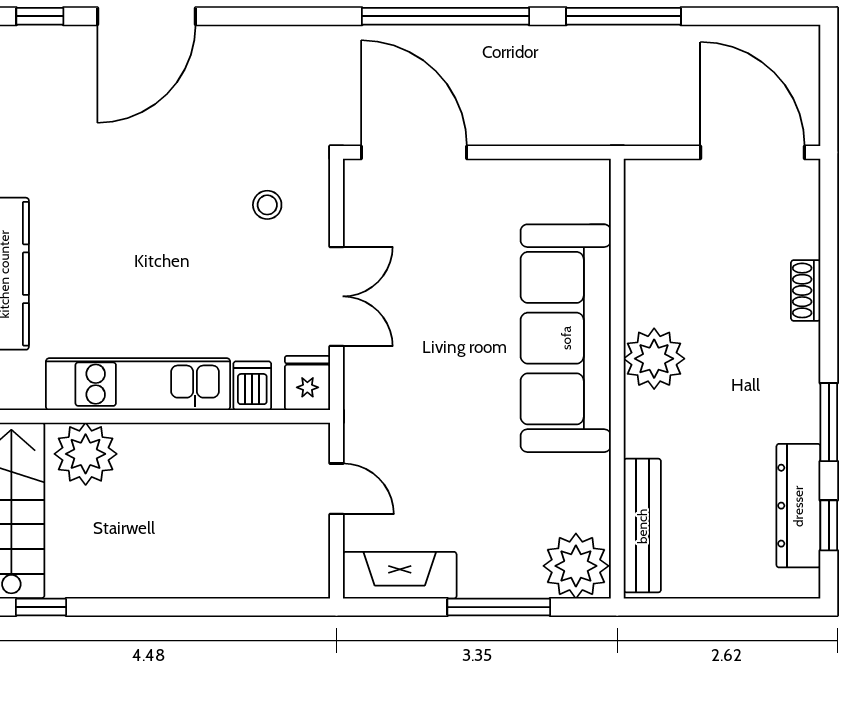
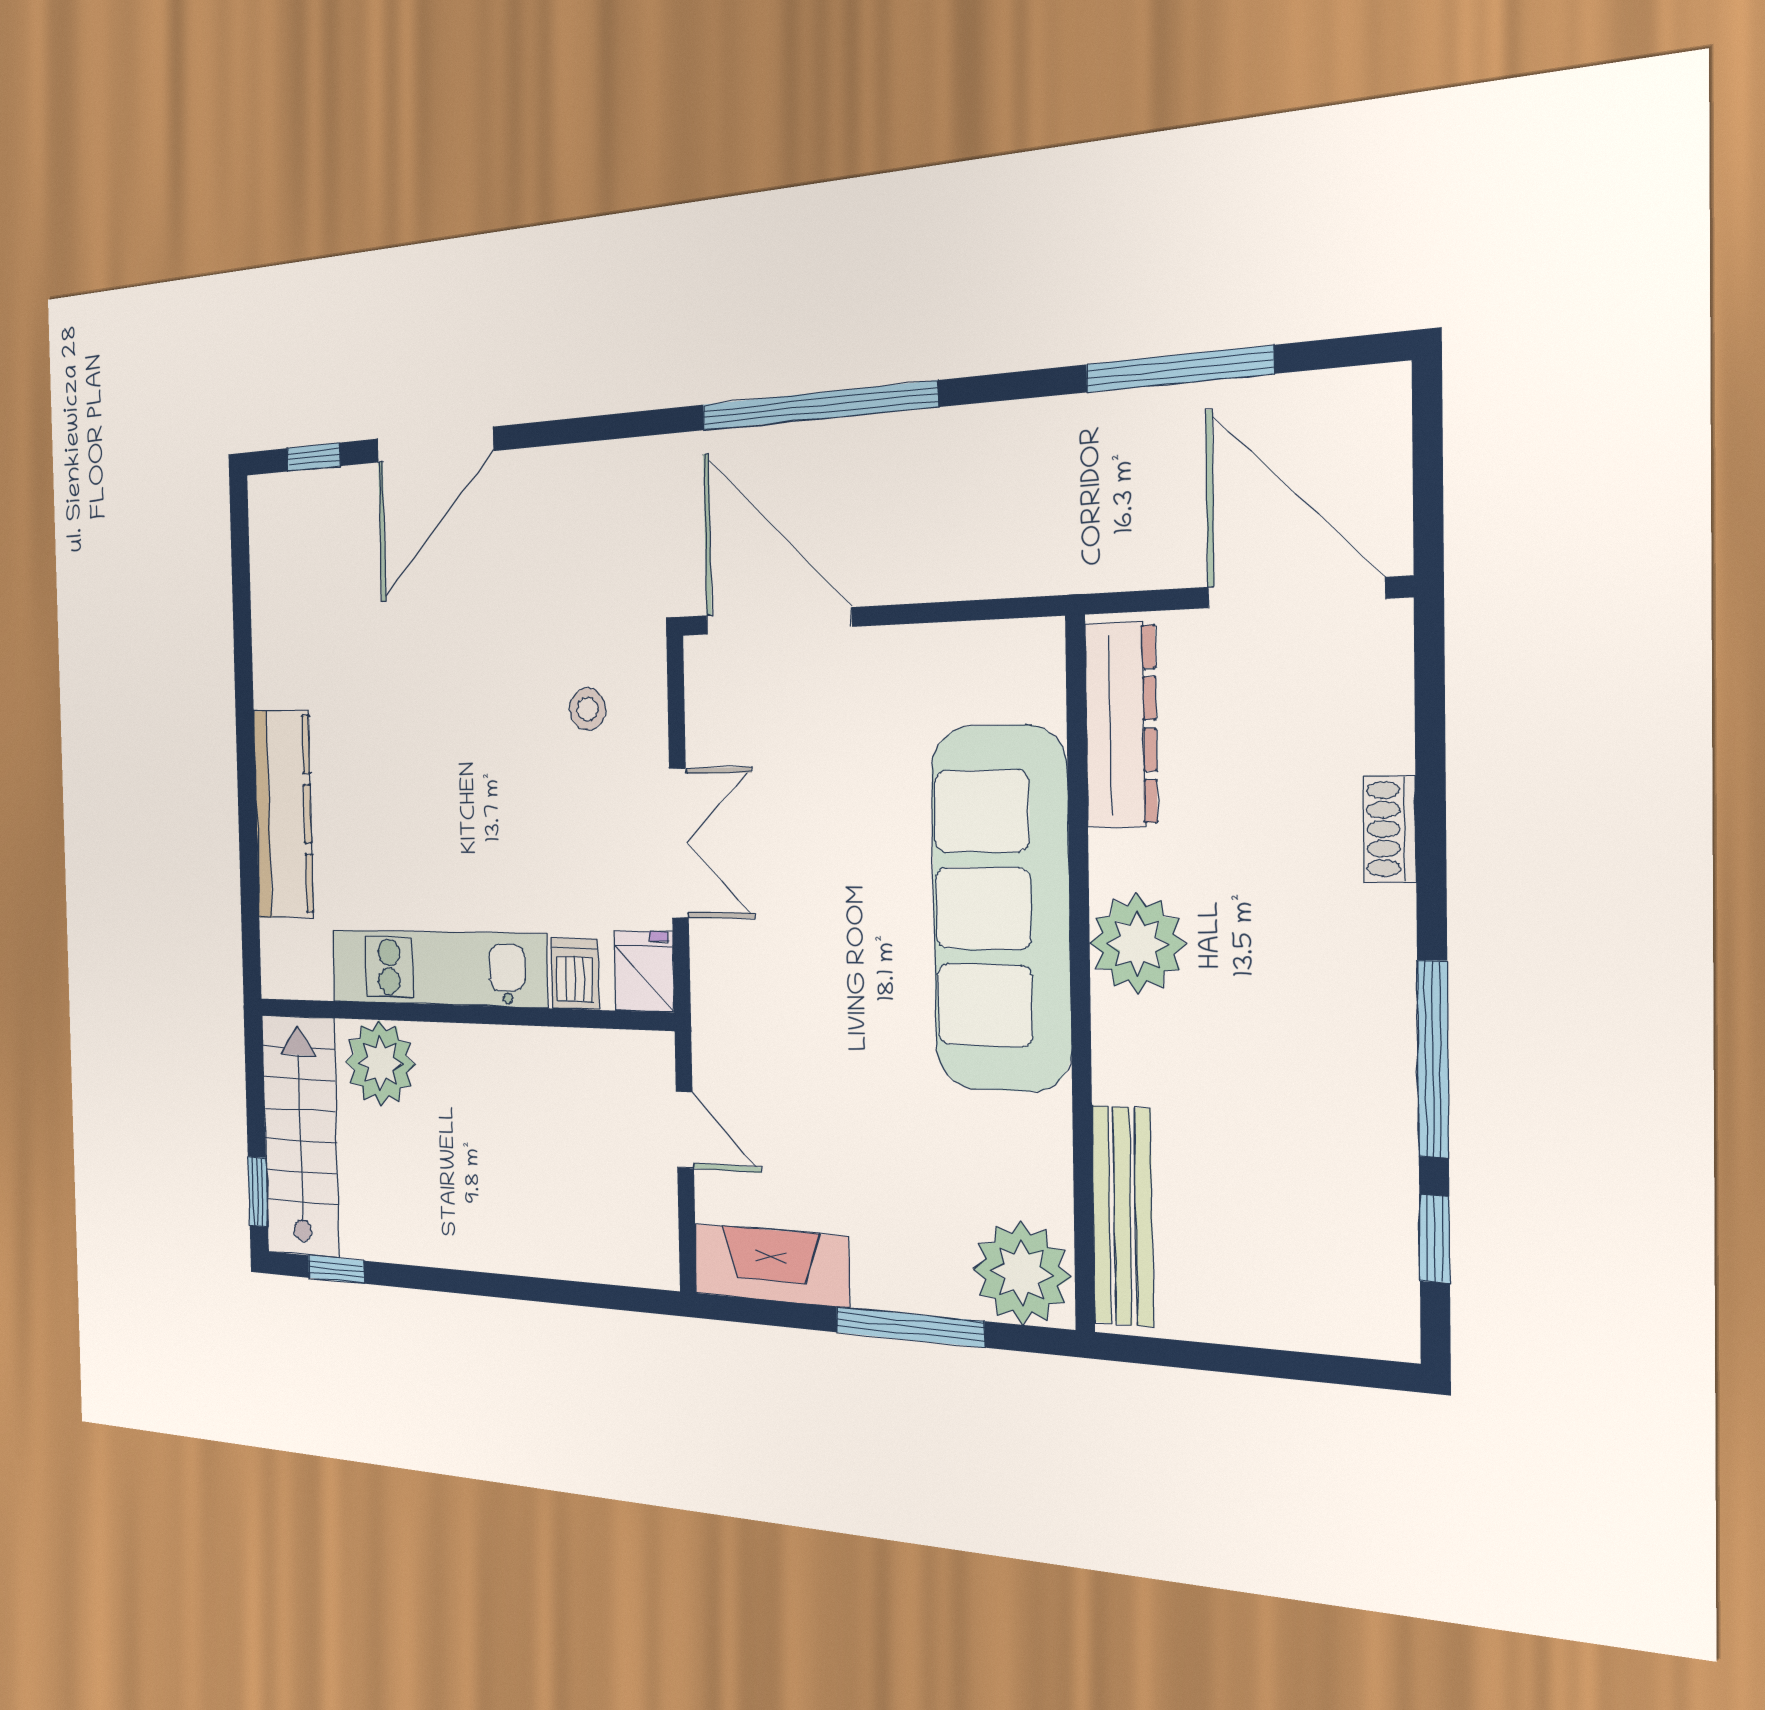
window: (623, 16) -> (1179, 369), moved
window: (829, 422) -> (1433, 1059), width x1.44
dresser: (798, 506) -> (1121, 725), moved, turned 180

